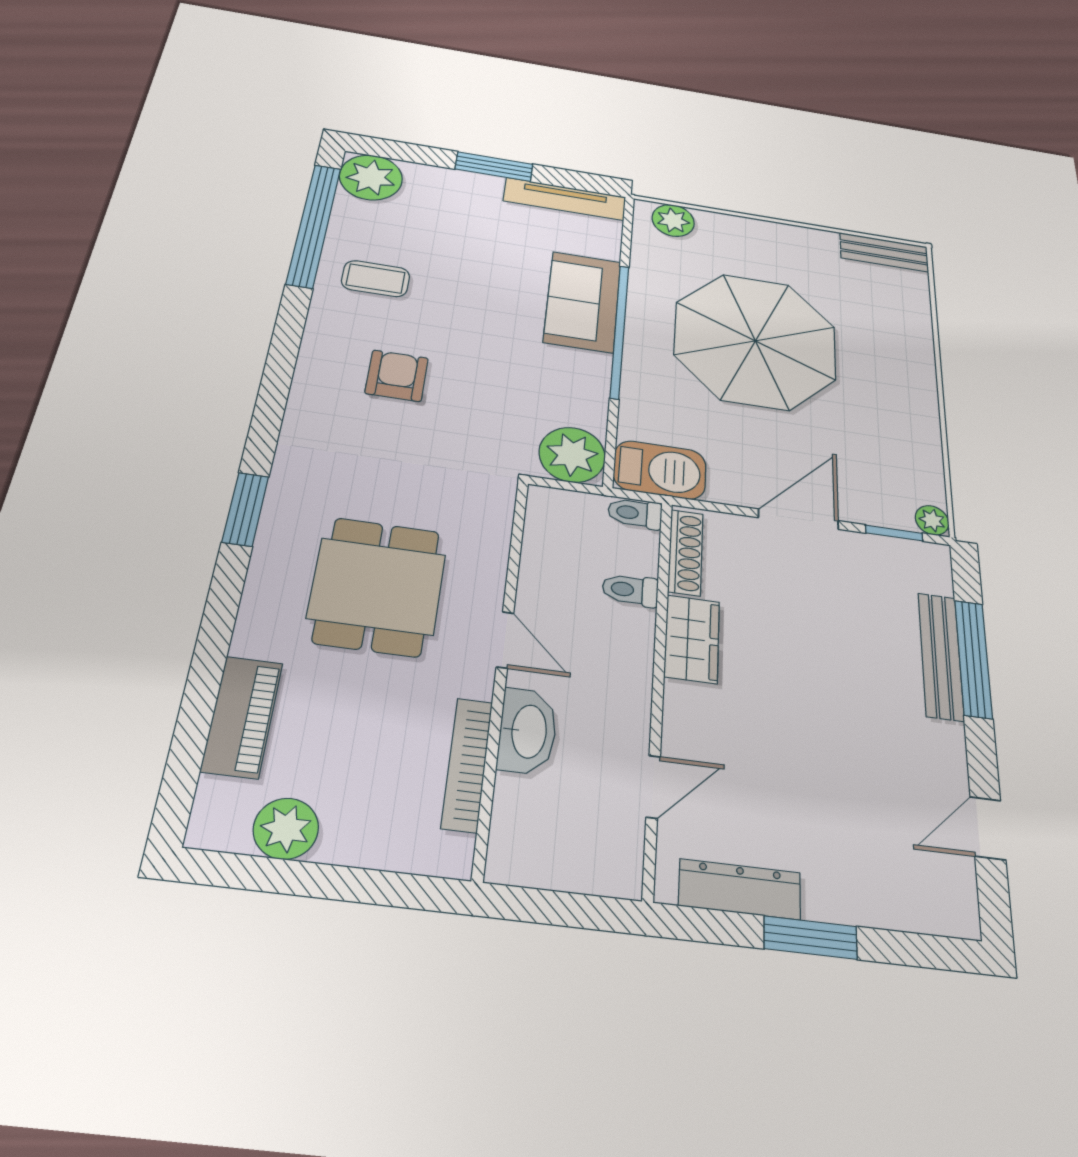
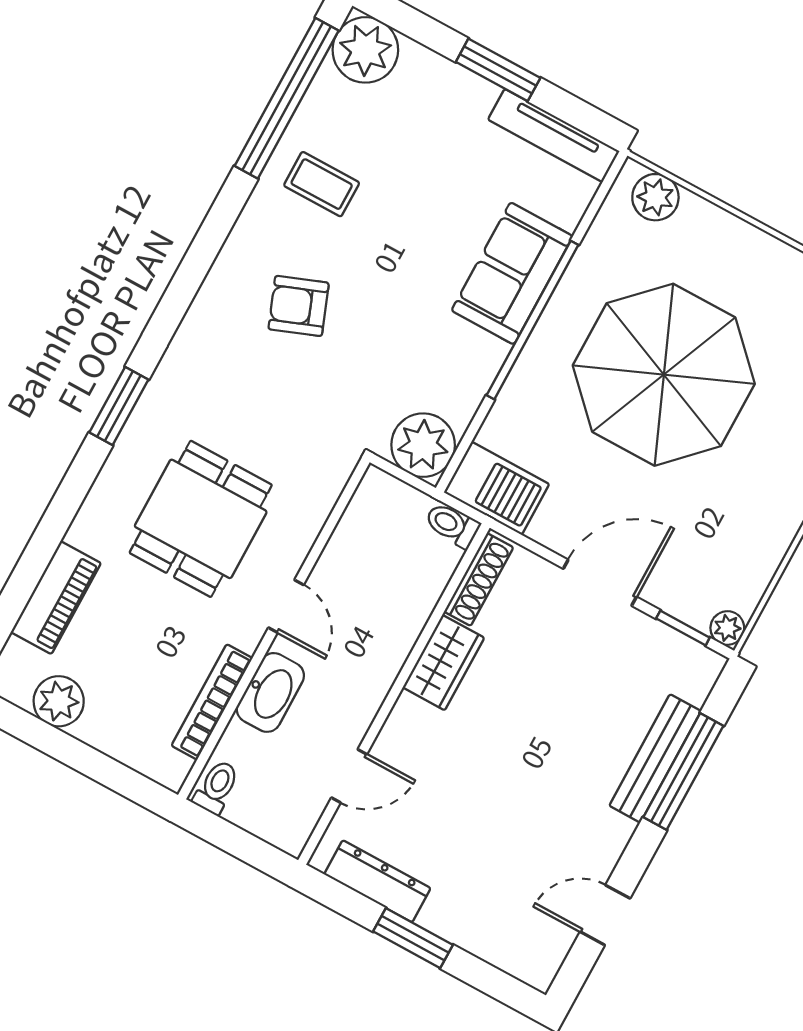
armchair: (397, 376) -> (299, 306), turned -111
toilet: (630, 590) -> (217, 787), moved, turned 90

